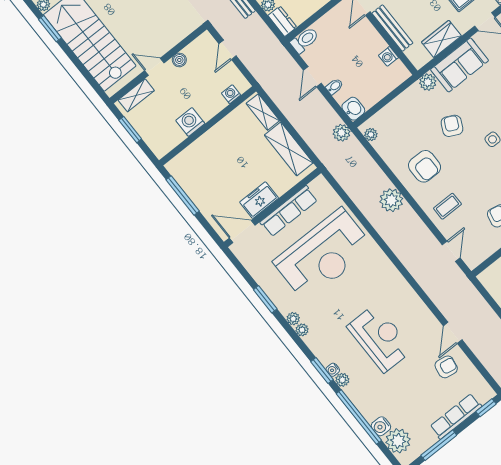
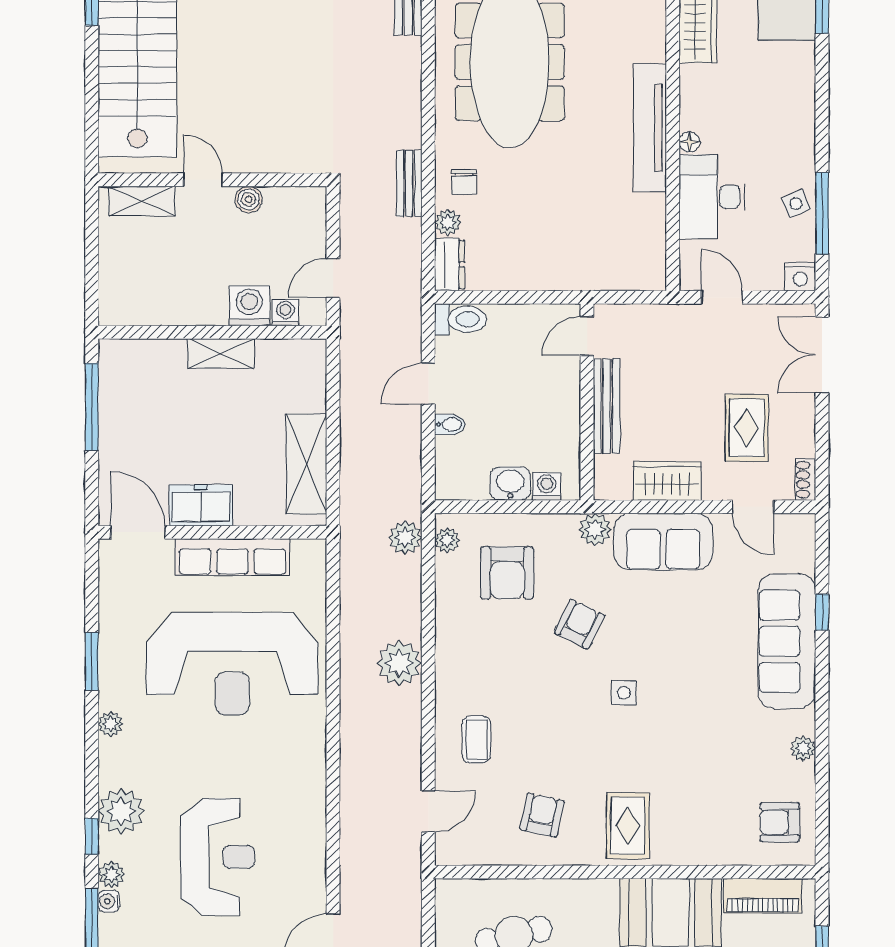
door: (228, 50) -> (333, 278), moved
washing machine: (388, 56) -> (547, 487), moved, turned 90
washbasin: (353, 109) -> (510, 484), moved, turned -90
shelving: (263, 112) -> (221, 354), moved, turned 90
washing machine: (190, 122) -> (249, 306), moved
window: (130, 130) -> (92, 245), removed
plant: (342, 133) -> (405, 538), moved
armchair: (425, 166) -> (507, 573), moved
coffee table: (447, 206) -> (476, 739), turned 90
plant: (302, 330) -> (121, 811), moved, width x1.88, depth x1.88
water cooler: (333, 370) -> (109, 901), moved
window: (322, 371) -> (92, 836), width x0.67

